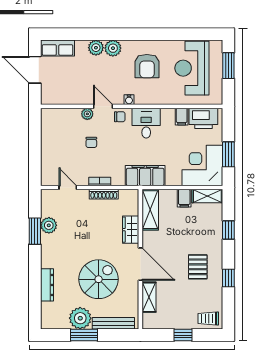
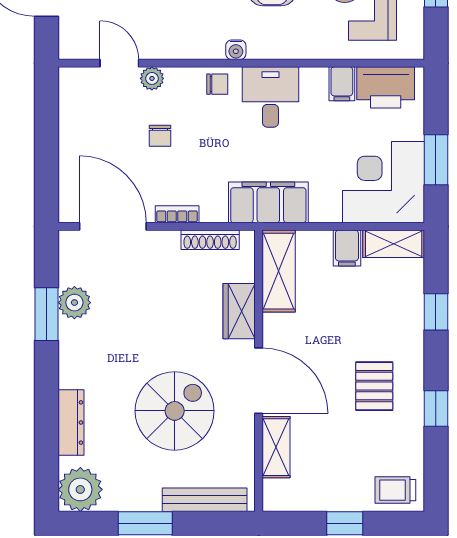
door: (103, 106) -> (119, 63), moved
door: (68, 188) -> (113, 226), width x1.88
shoe rack: (104, 194) -> (210, 240), moved
plant: (80, 318) -> (80, 489), moved

